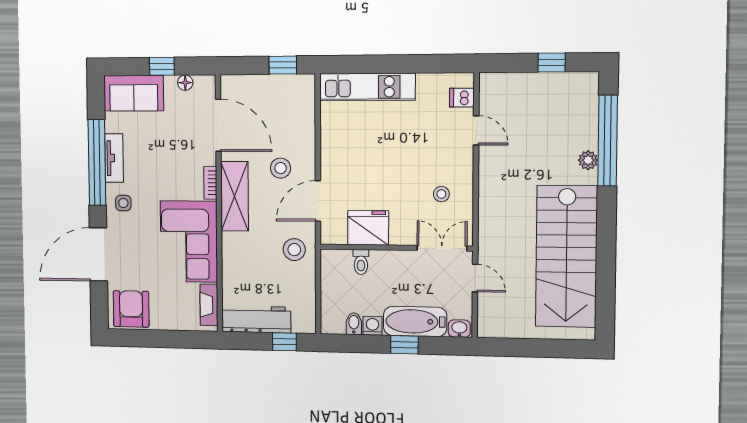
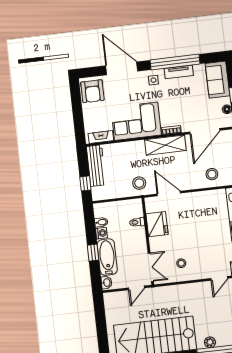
stool: (281, 168) -> (212, 174), moved
armchair: (131, 309) -> (92, 91), turned 90

